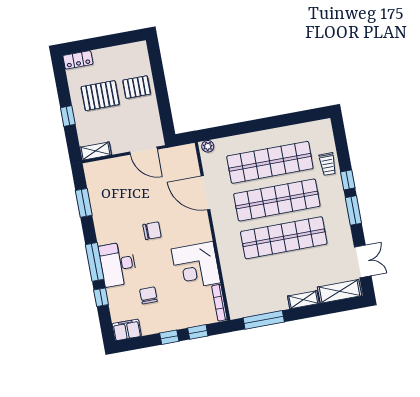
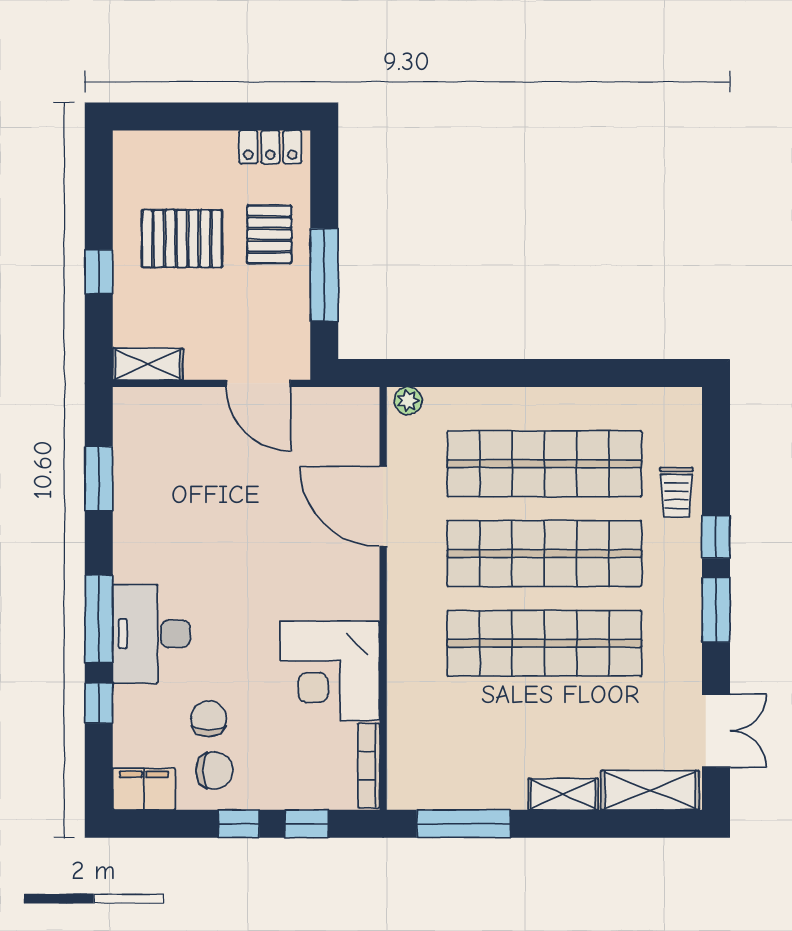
locker: (78, 60) -> (270, 147), moved
pallet: (137, 87) -> (269, 234), turned 90
window: (163, 100) -> (324, 275), added
chair: (152, 231) -> (214, 770), moved

